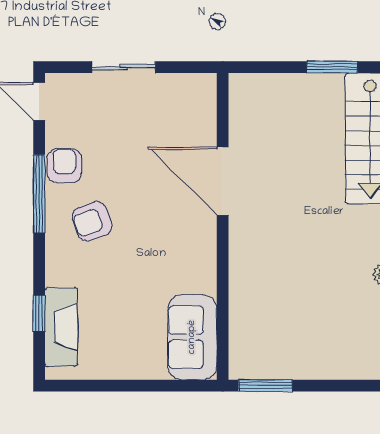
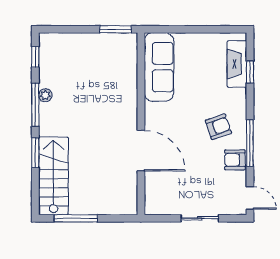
window: (332, 67) -> (76, 218), width x1.44
armchair: (64, 166) -> (235, 160), turned 90
sofa: (192, 337) -> (159, 67), width x1.36

